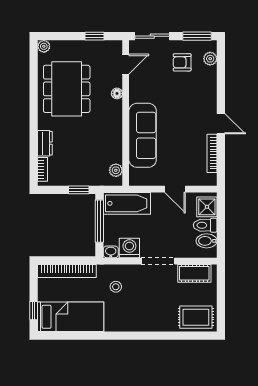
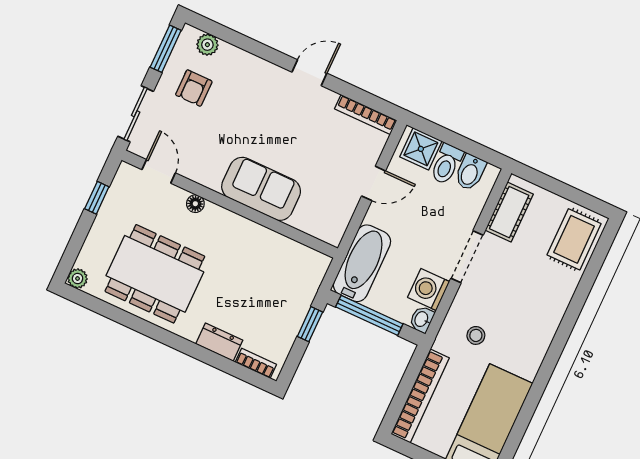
sofa: (143, 135) -> (261, 189), width x0.73
bookcase: (212, 153) -> (366, 115), moved
plant: (116, 170) -> (306, 257), removed

